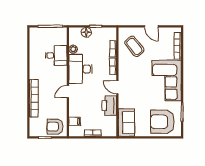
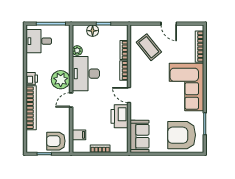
desk: (56, 55) -> (39, 41), moved, turned 180
printer: (34, 73) -> (32, 79), added
plant: (59, 74) -> (61, 80), added

